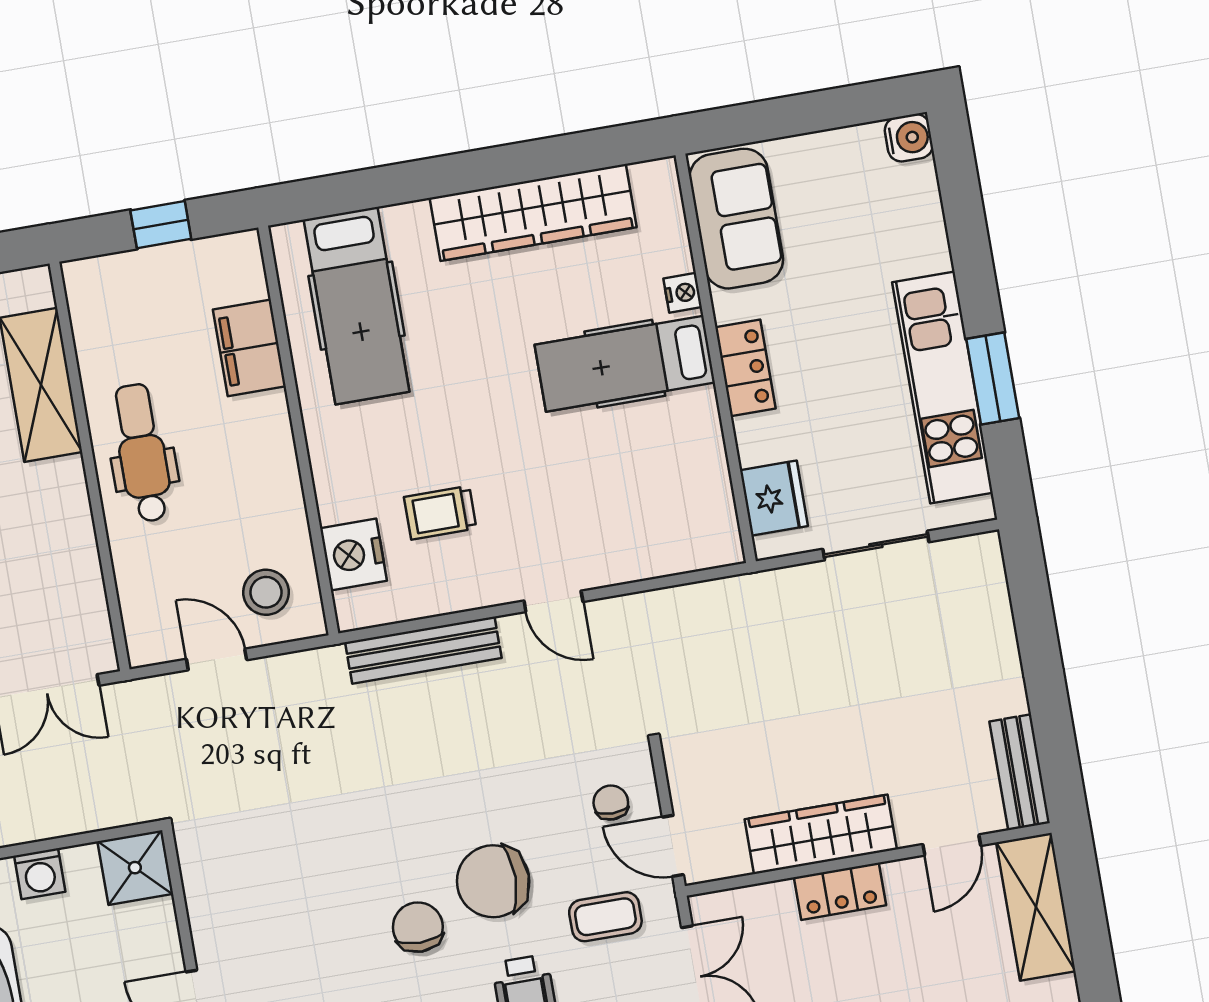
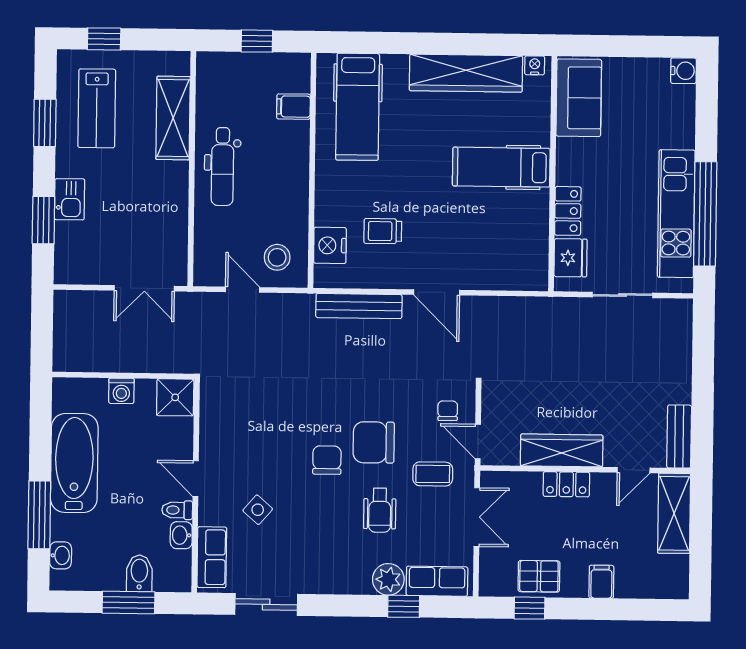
nightstand: (683, 293) -> (535, 65), moved, turned -90
filing cabinet: (249, 348) -> (293, 107), width x0.50
locker: (745, 368) -> (568, 211), moved
window: (993, 378) -> (705, 214), width x2.11
dental chair: (142, 453) -> (223, 167), turned 180
door: (553, 601) -> (437, 292), width x1.37

